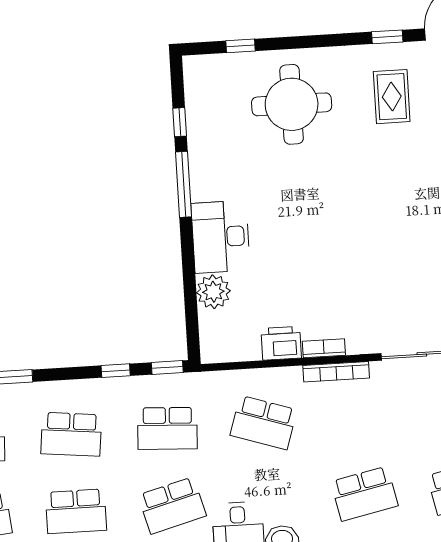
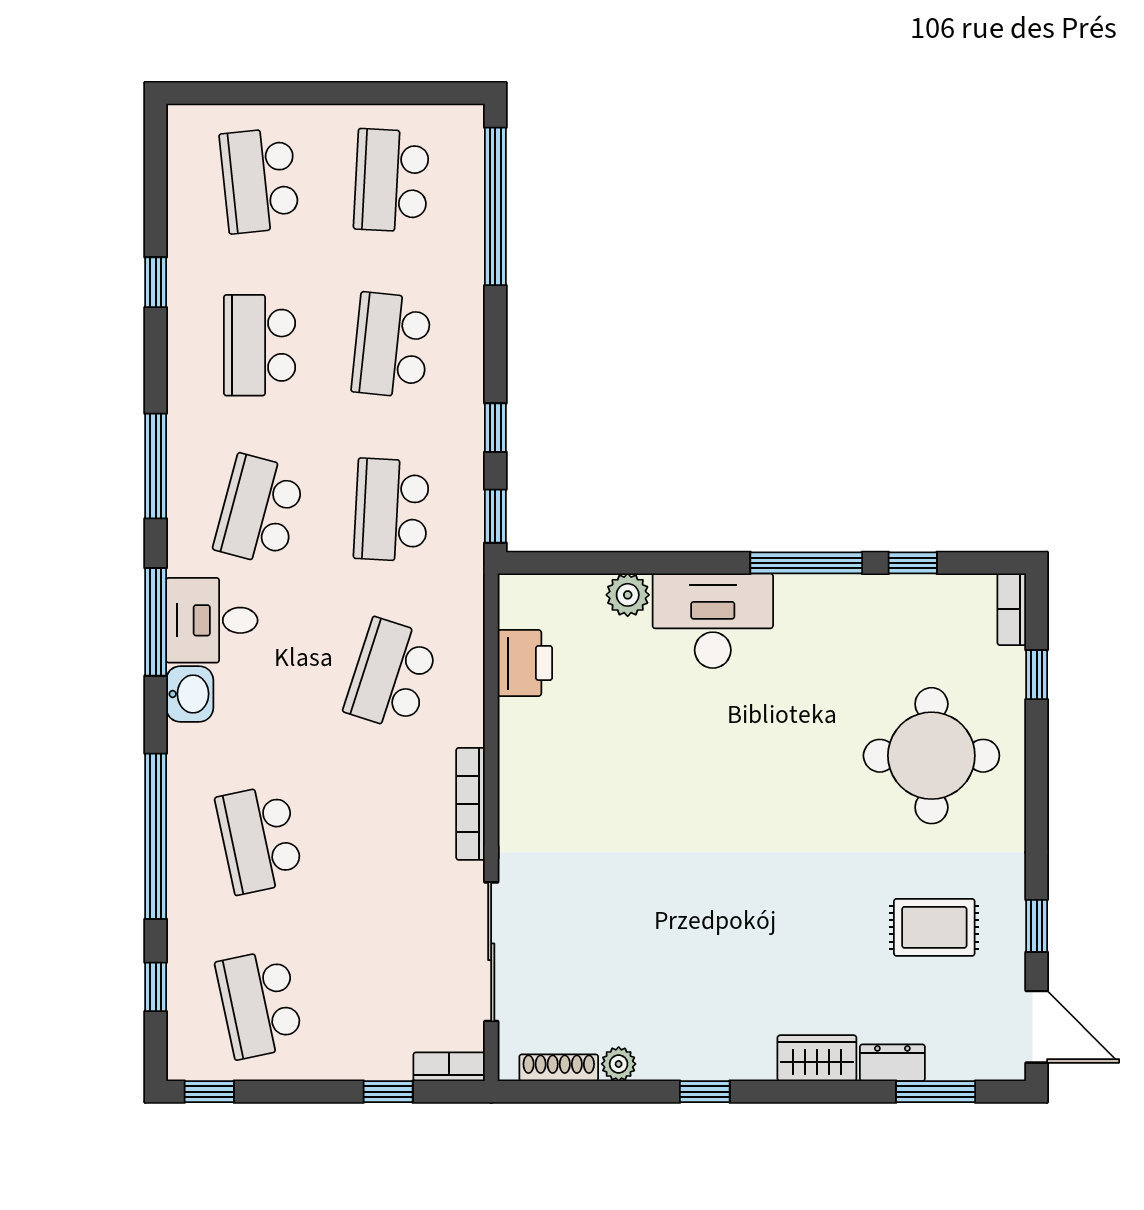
plant: (213, 292) -> (628, 595), width x0.73, depth x0.73
printer: (281, 343) -> (525, 663), moved
bookcase: (324, 348) -> (1012, 609), moved, turned 180
school desk: (172, 505) -> (260, 510), turned 30

